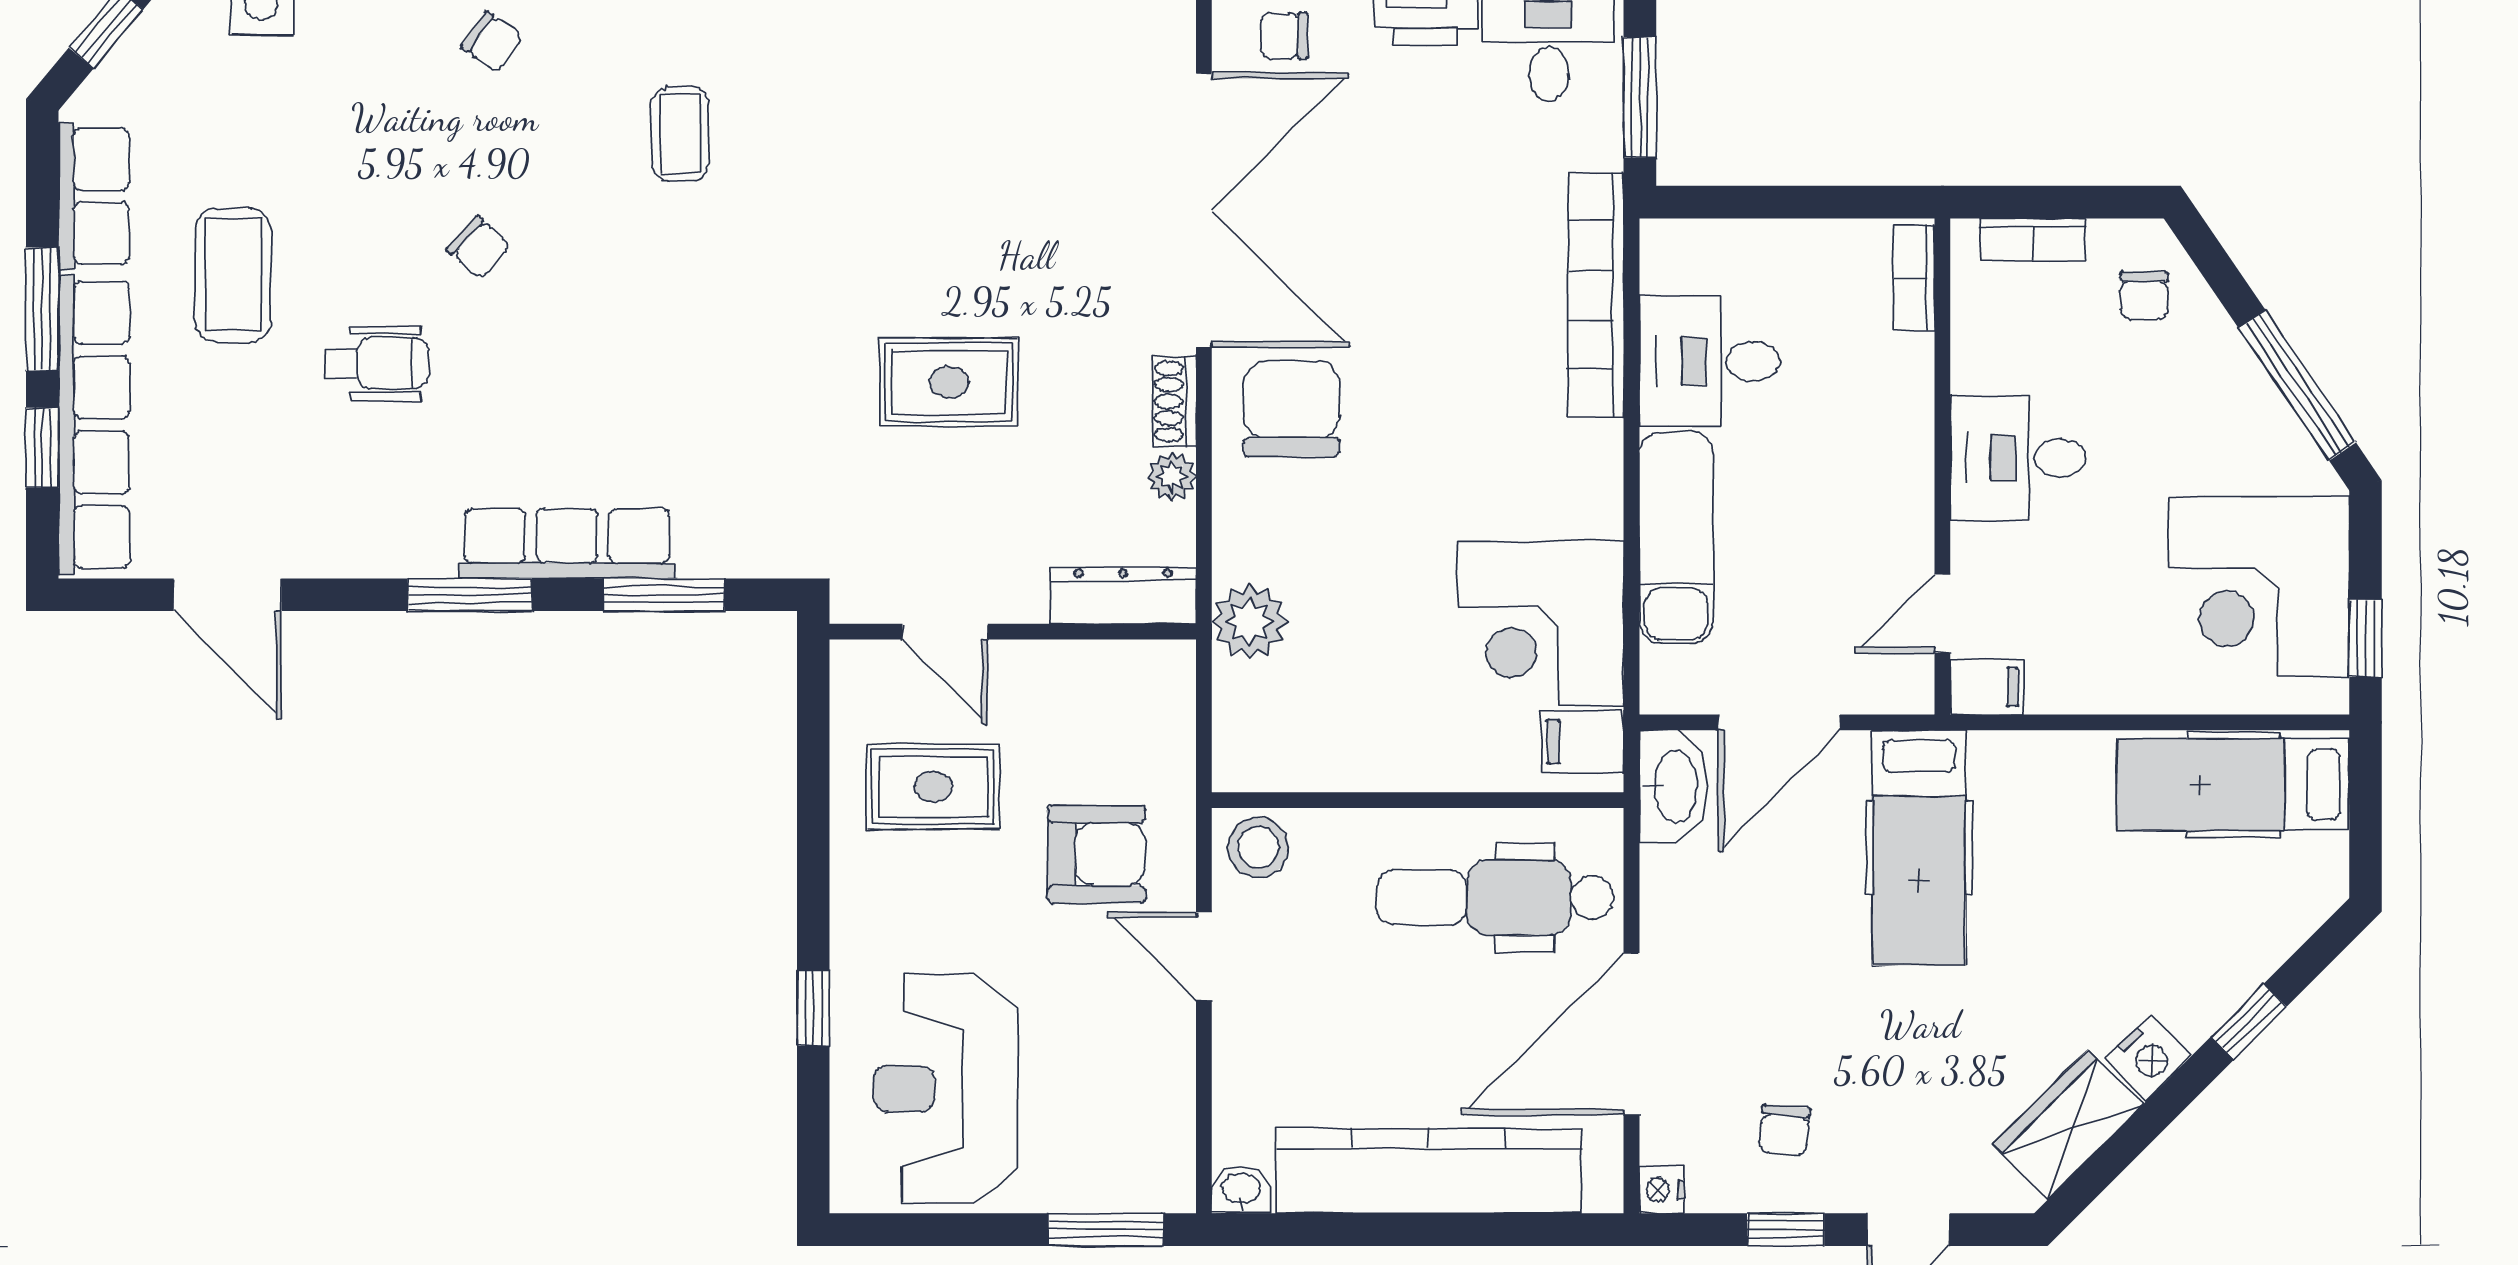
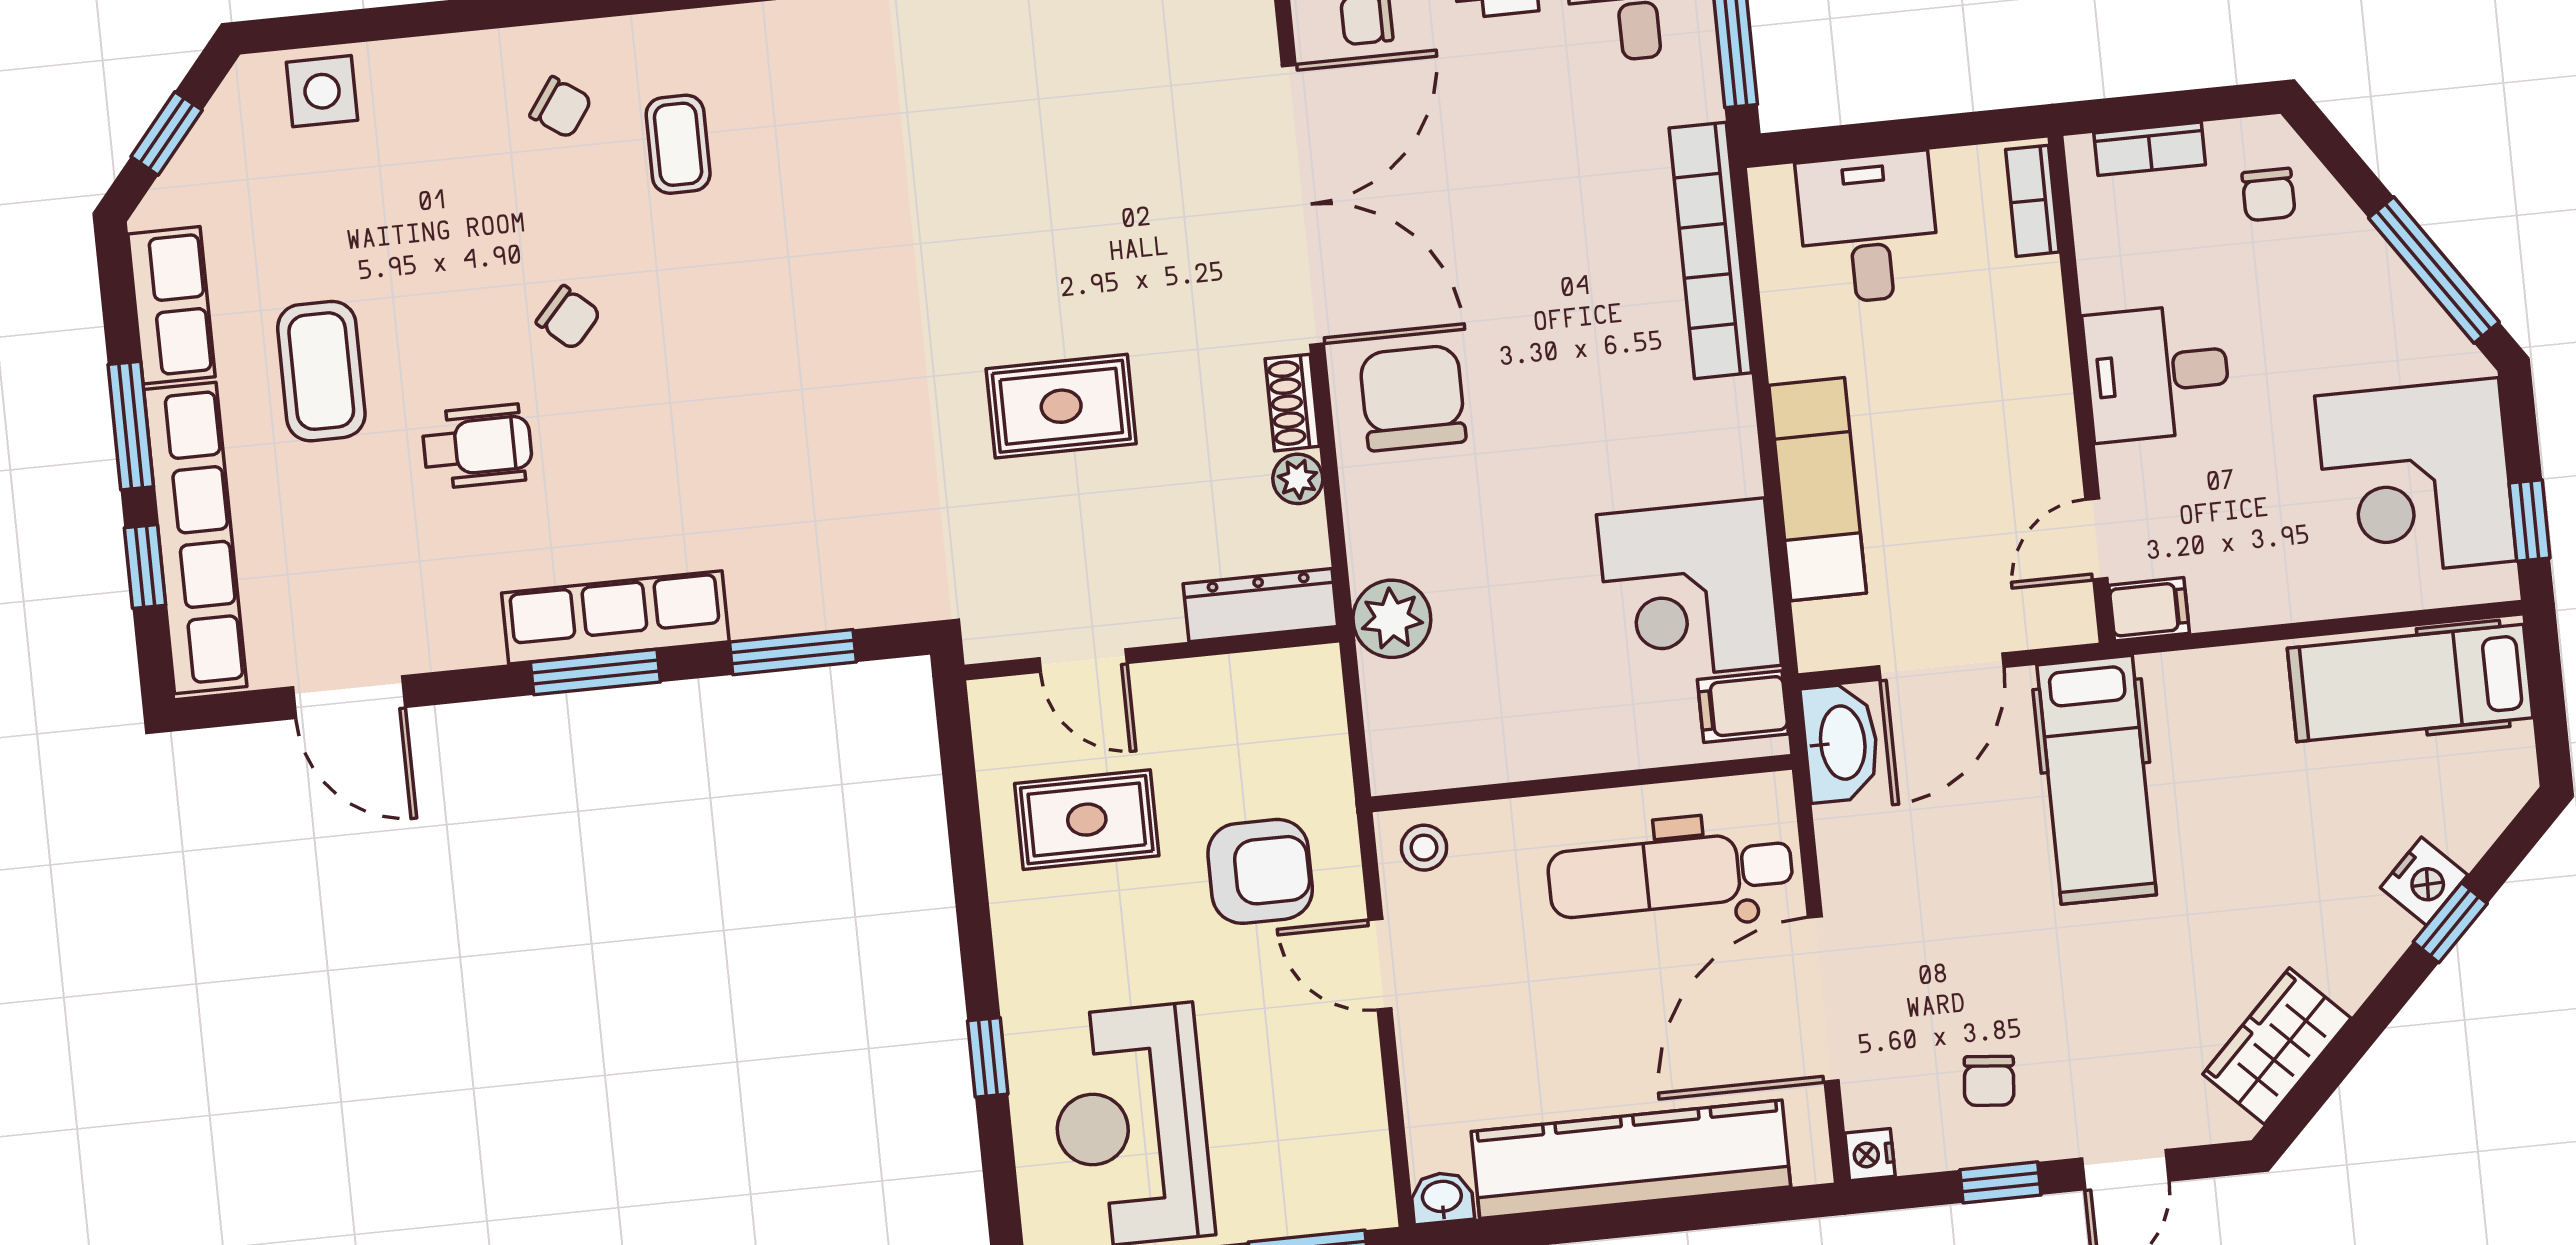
coffee table: (680, 134) -> (678, 144), moved
desk: (1710, 361) -> (1868, 228), moved, turned 90
row of seats: (567, 544) -> (615, 617), moved
stool: (1258, 847) -> (1424, 848), width x0.73, depth x0.73
nightstand: (2148, 1058) -> (2424, 881), moved

